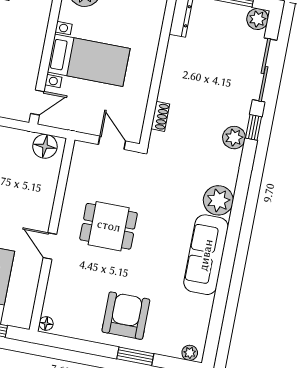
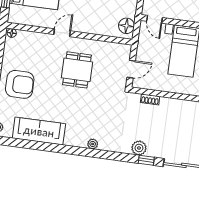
plant: (218, 200) -> (93, 144), width x0.53, depth x0.53
sofa: (206, 255) -> (39, 131), moved

